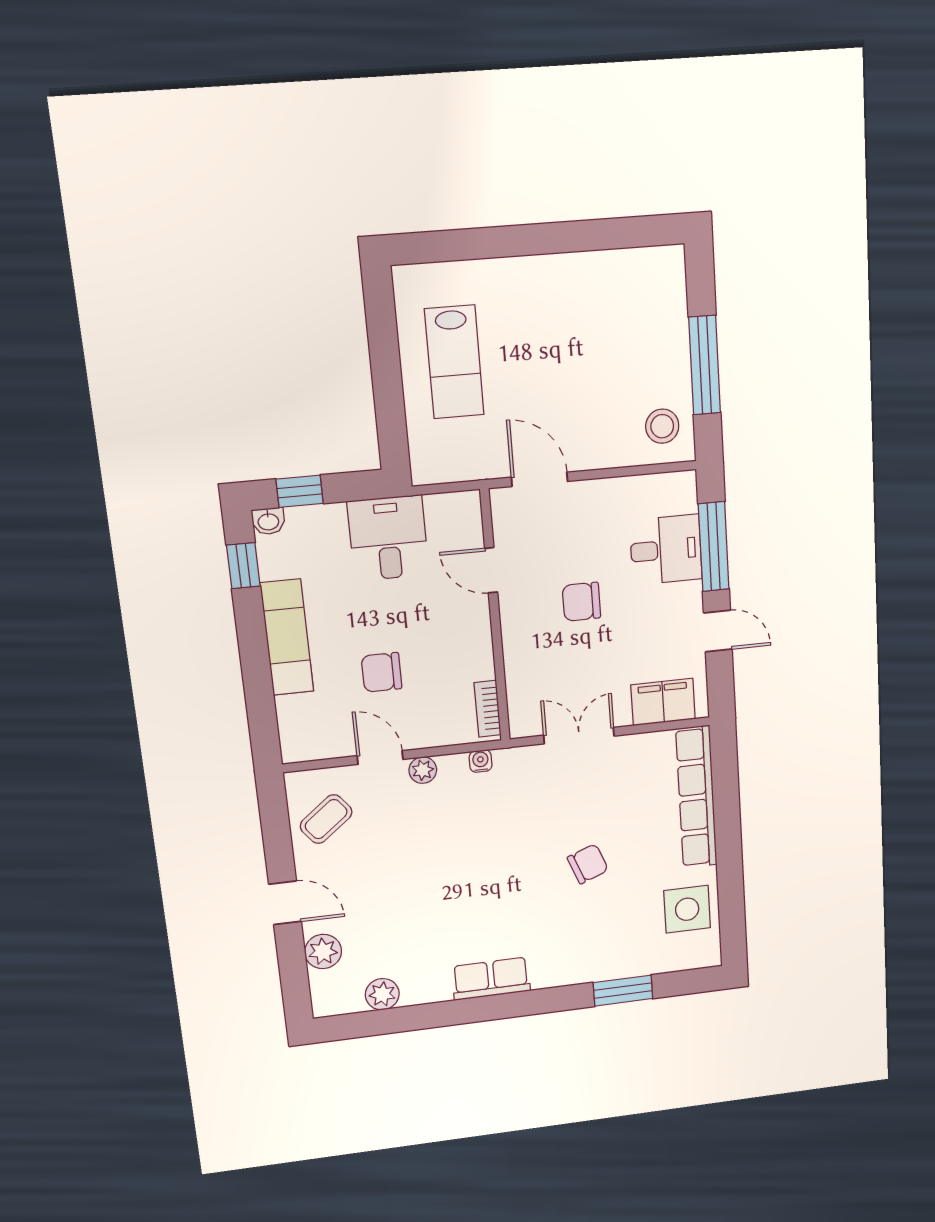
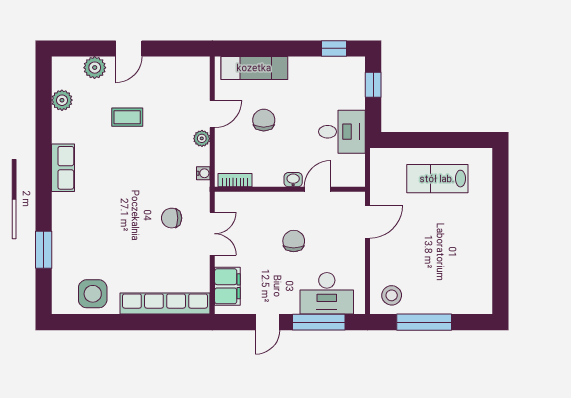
washbasin: (268, 521) -> (293, 180), moved, turned 90
desk: (666, 550) -> (327, 293), width x1.37
exam couch: (287, 637) -> (254, 68), moved
coffee table: (326, 819) -> (127, 117), moved, turned -52
chair: (588, 864) -> (172, 218), moved, turned 111

